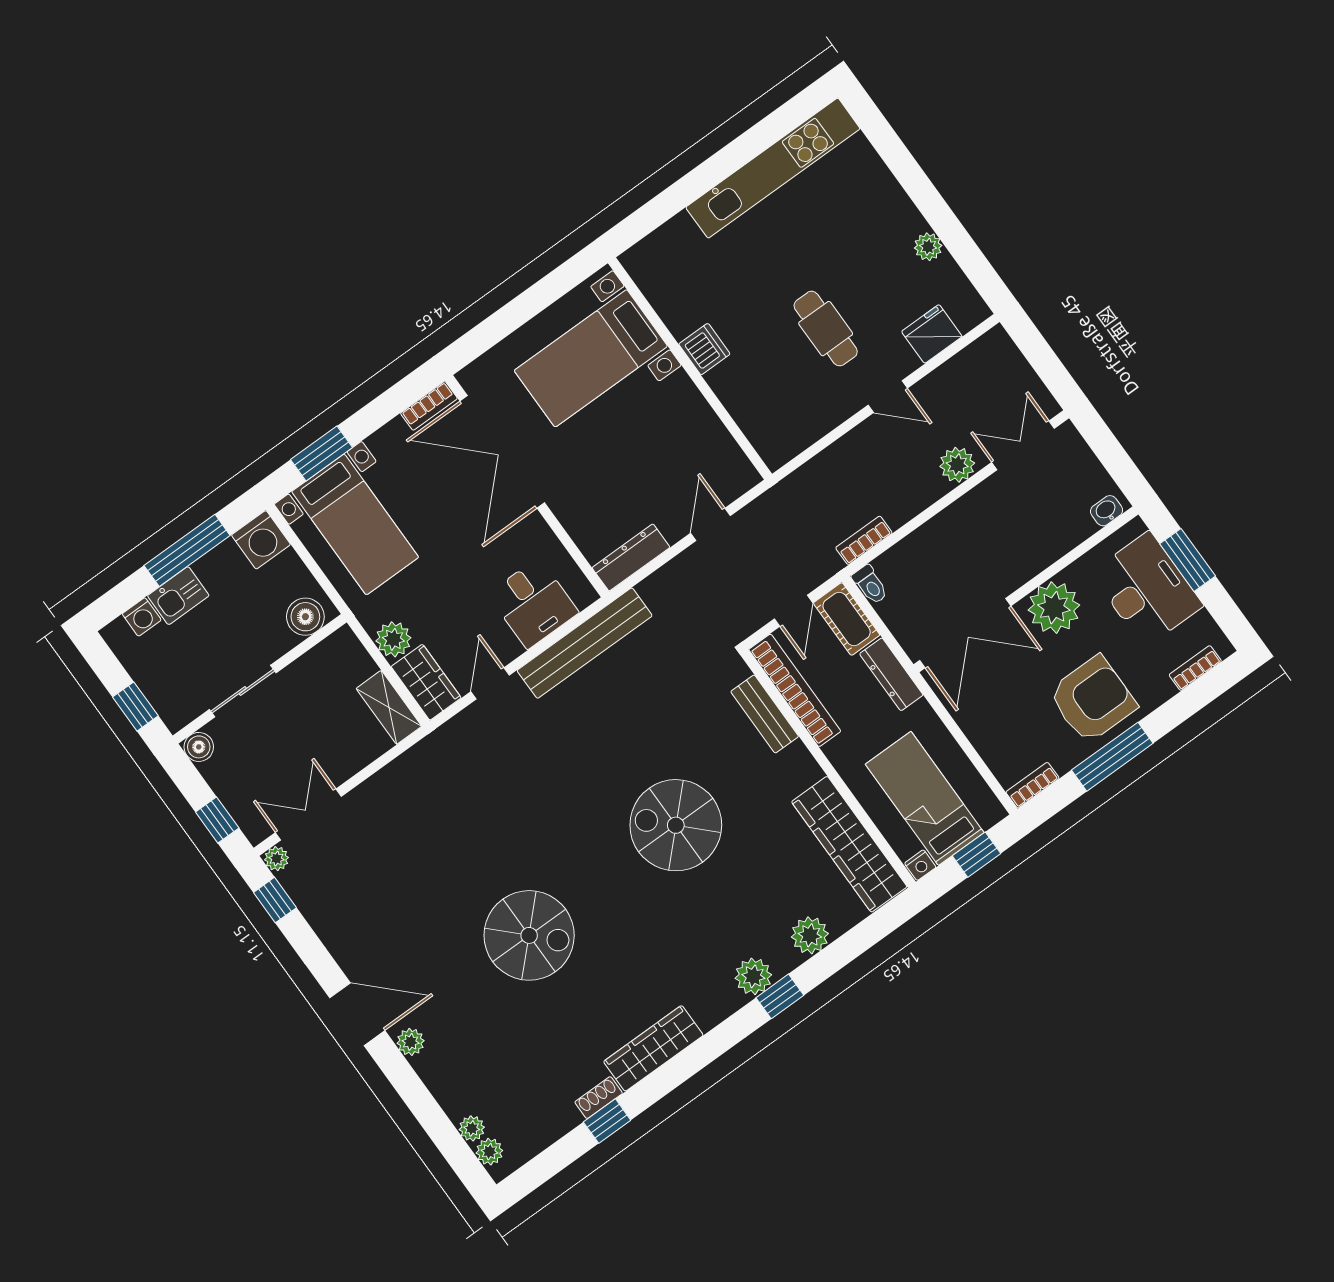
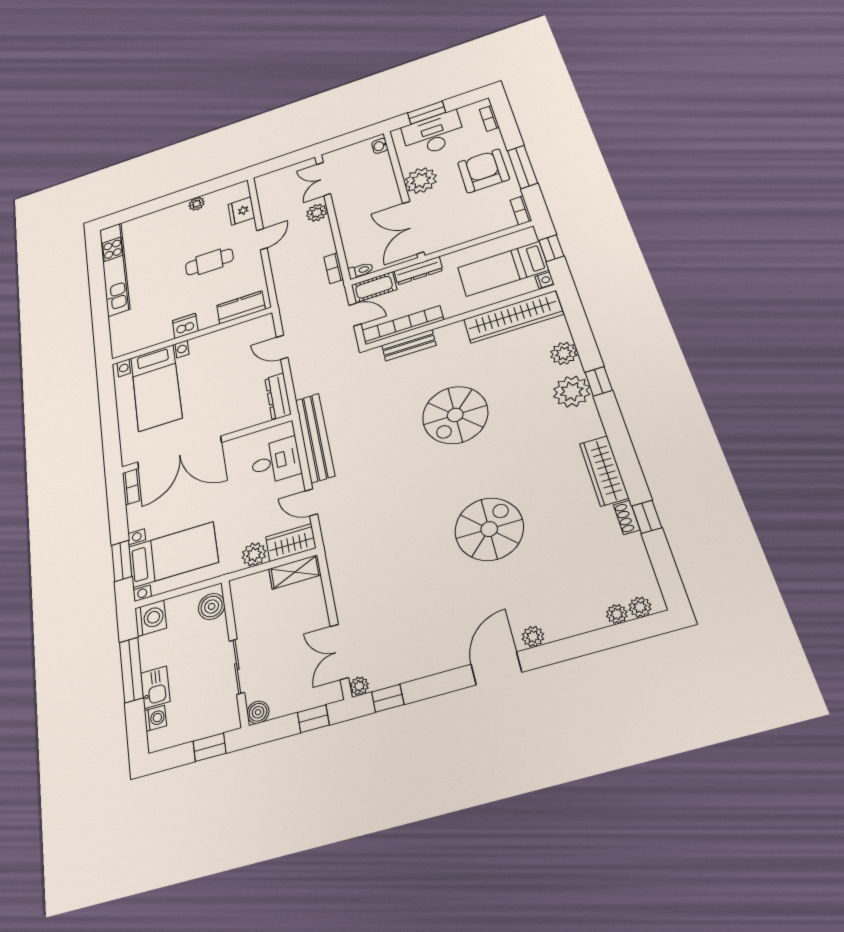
kitchen counter: (759, 424) -> (241, 307), added
double door: (965, 633) -> (413, 227), swing flipped
plant: (753, 976) -> (572, 392), width x1.36, depth x1.36

